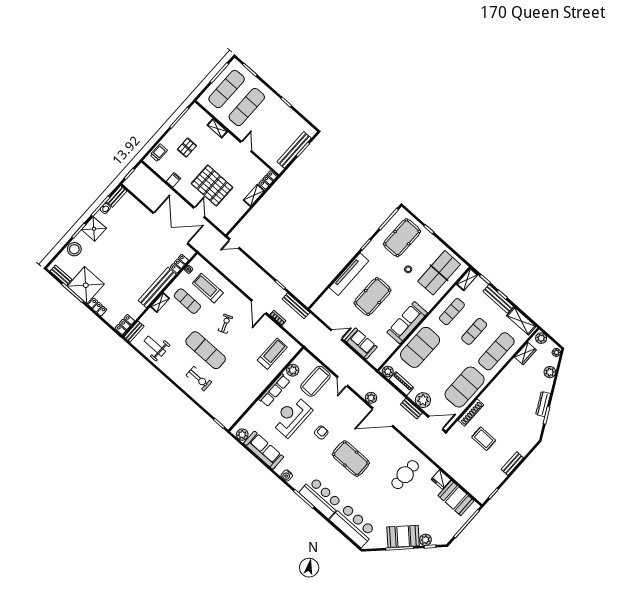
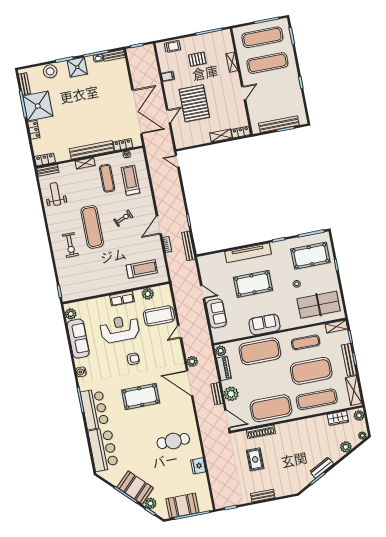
sofa: (407, 323) -> (264, 324), width x0.73
exercise mat: (474, 331) -> (311, 371), width x2.00, depth x1.45
row of seats: (274, 390) -> (122, 298), width x0.68
pool table: (351, 459) -> (141, 397), turned 90
booth: (456, 498) -> (182, 506), moved, turned 90

